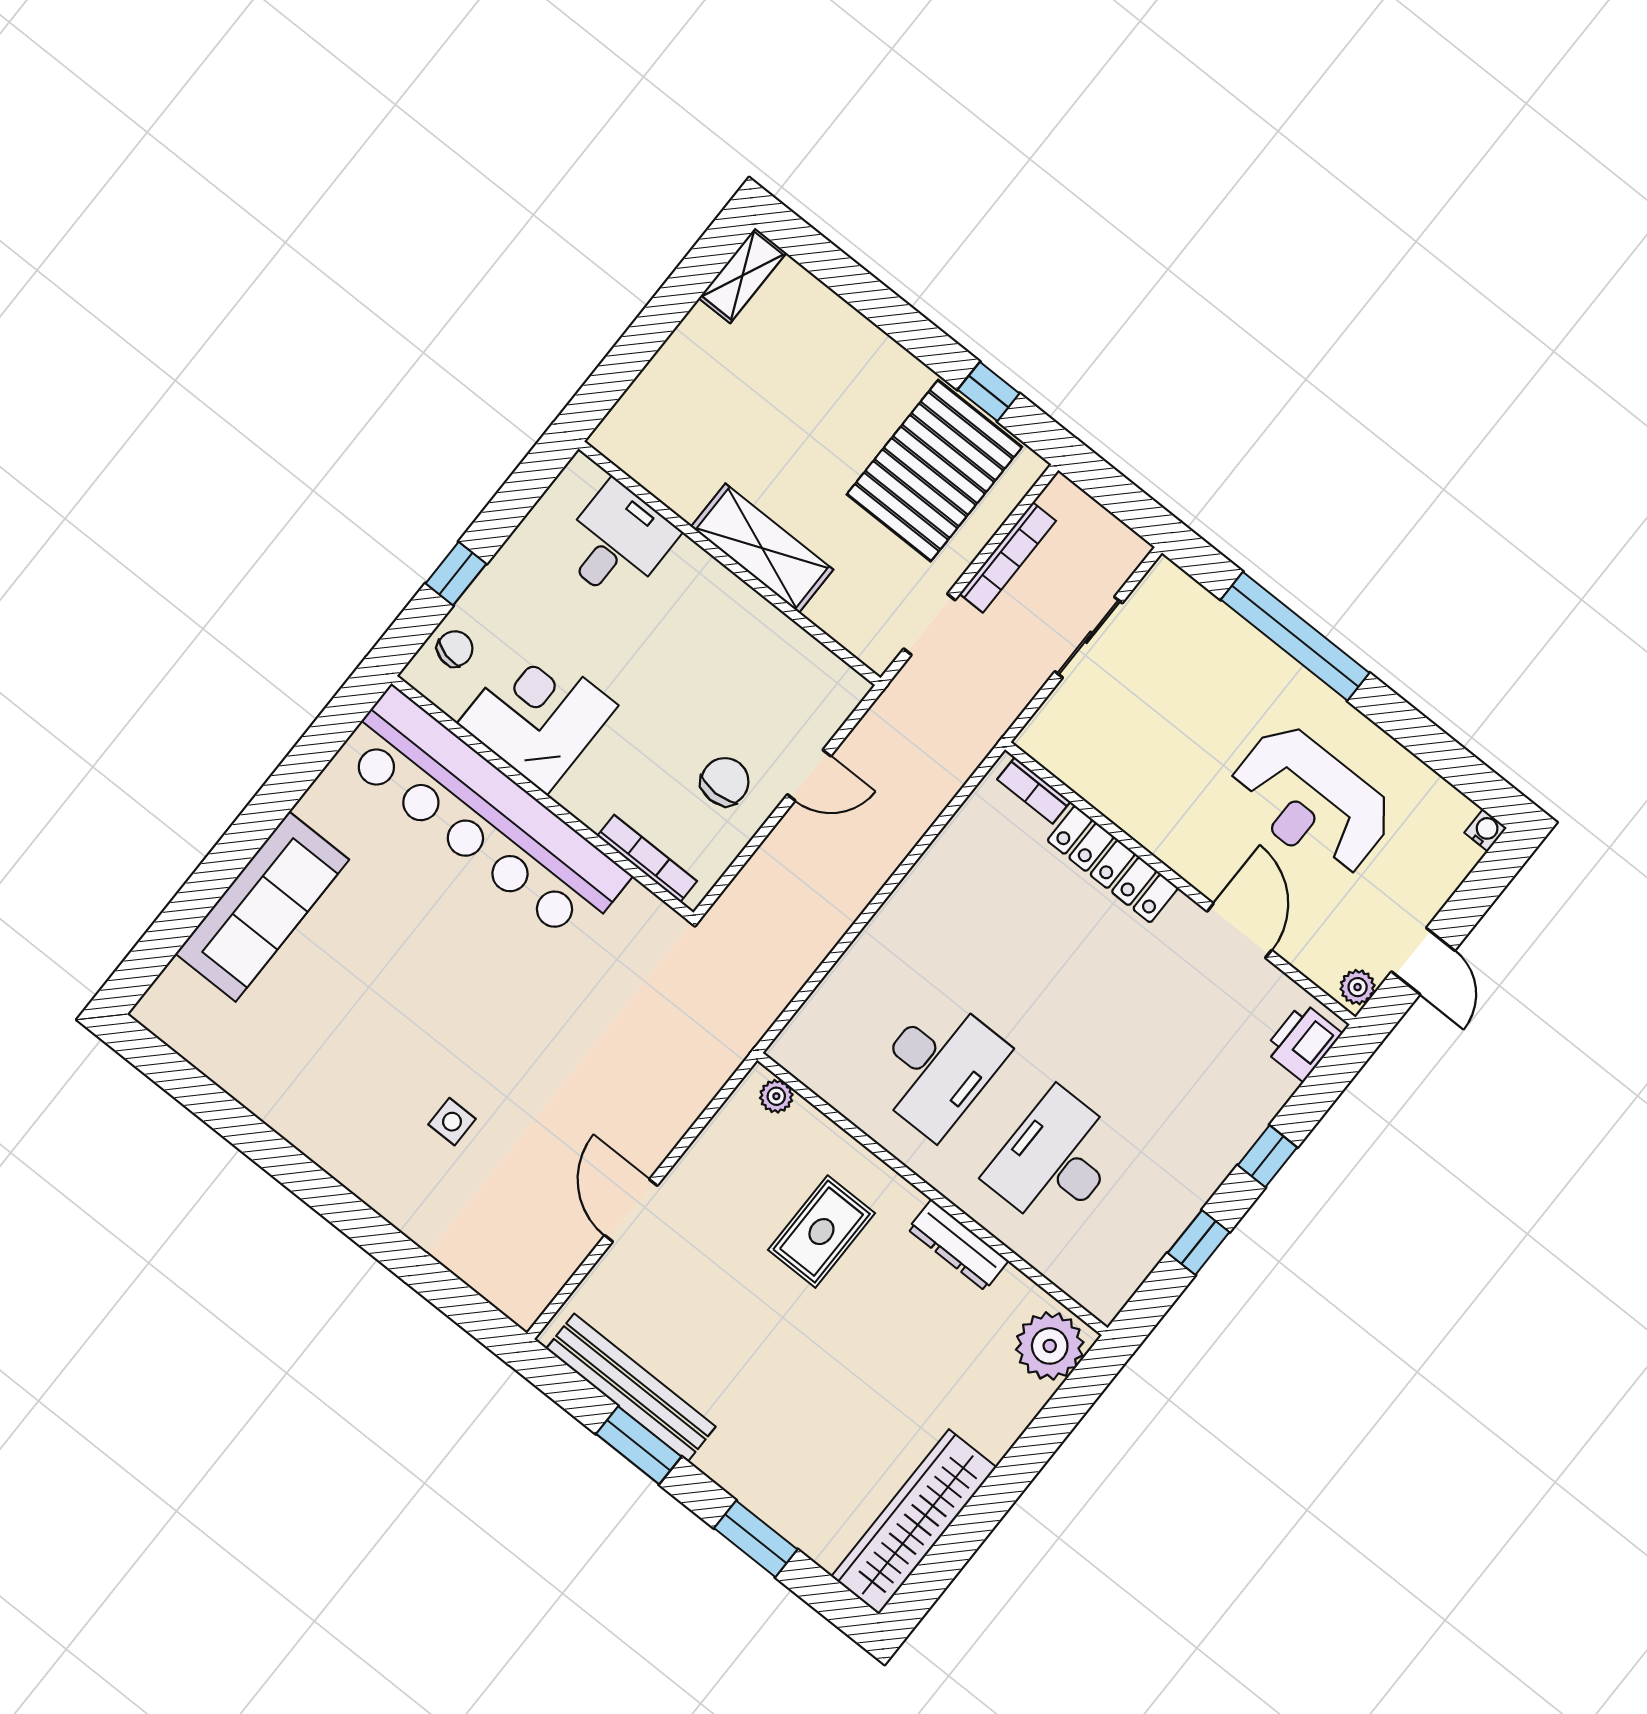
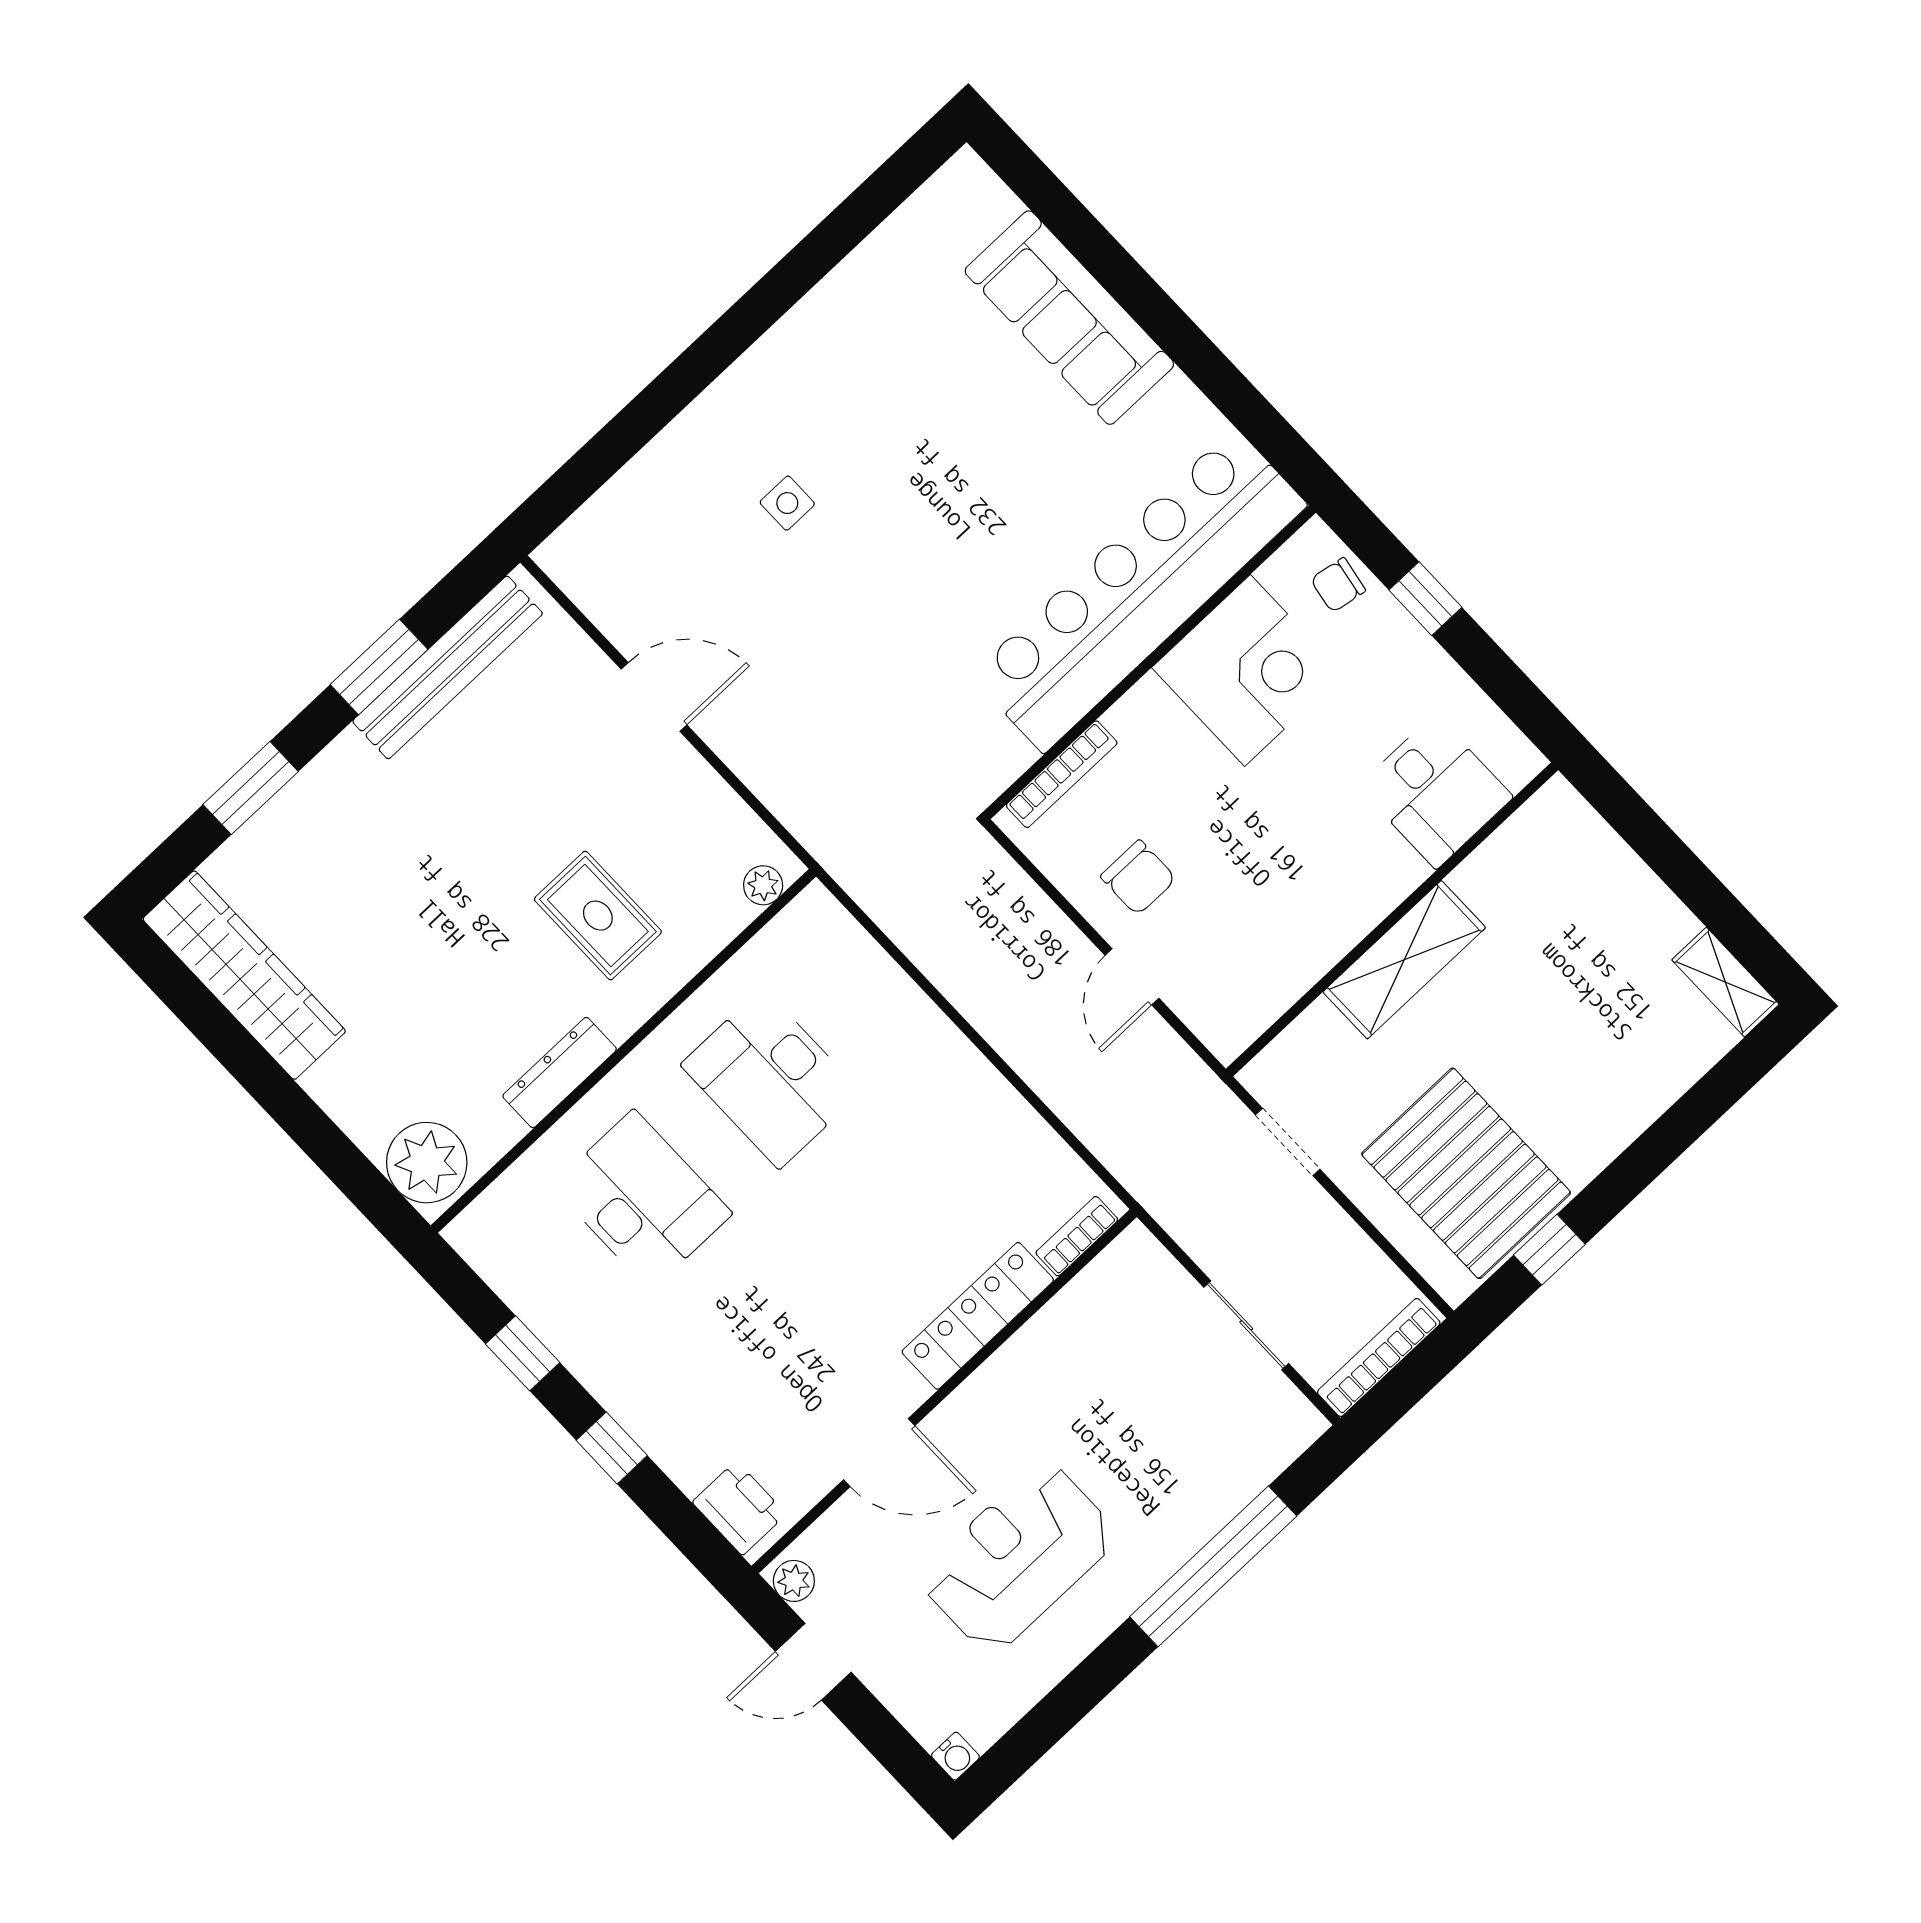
bookcase: (1008, 557) -> (1379, 1357), moved, turned 90
chair: (455, 649) -> (1338, 585), turned 86

